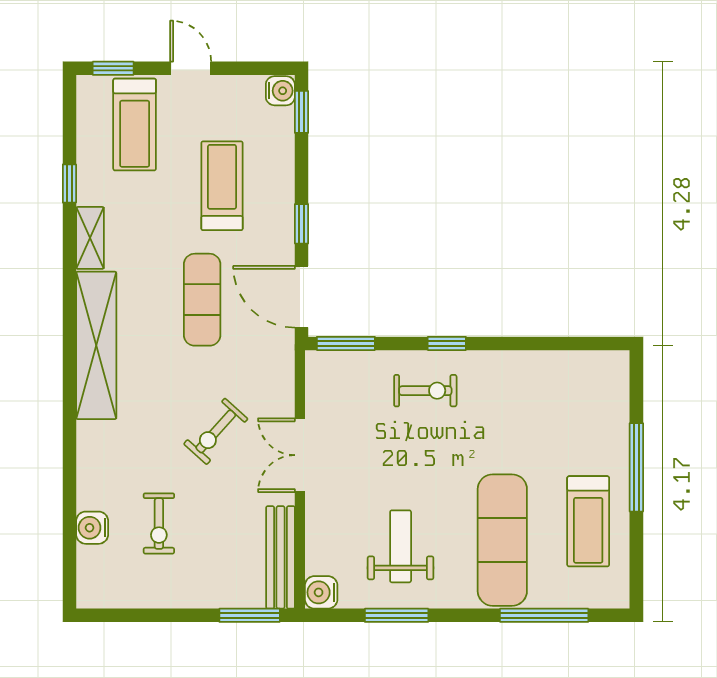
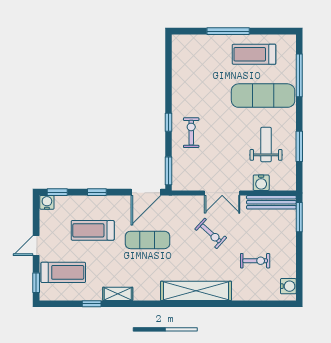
window: (301, 224) -> (97, 192), moved
shelving: (96, 345) -> (196, 291), moved
treadmill: (588, 521) -> (254, 54), turned 180
water cooler: (92, 528) -> (288, 286), moved, turned -90
weight bench: (401, 546) -> (266, 145), turned 90
water cooler: (321, 592) -> (261, 183), moved

